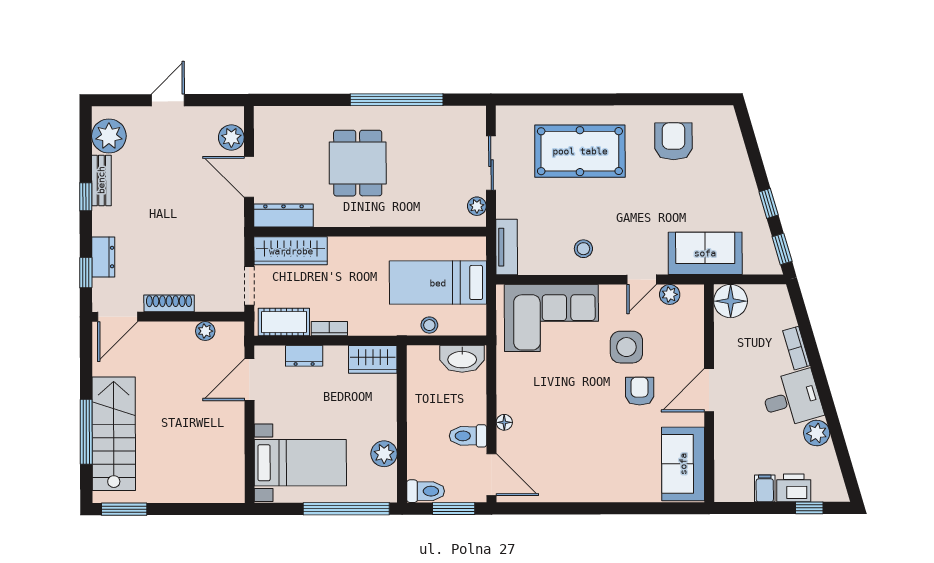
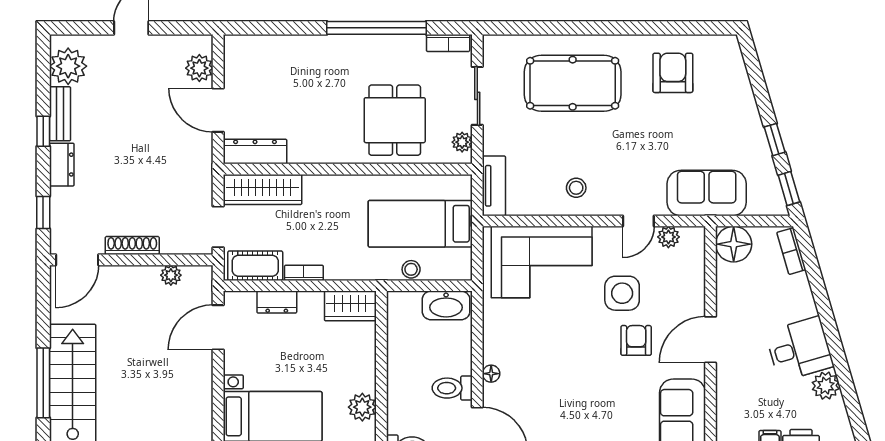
bookcase: (464, 114) -> (448, 43), added
dining table: (358, 163) -> (395, 120), moved
dresser: (103, 257) -> (62, 165), moved
bookcase: (796, 348) -> (791, 251), moved

